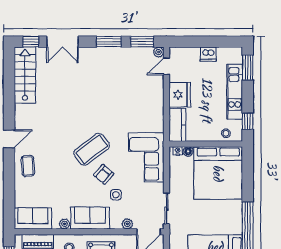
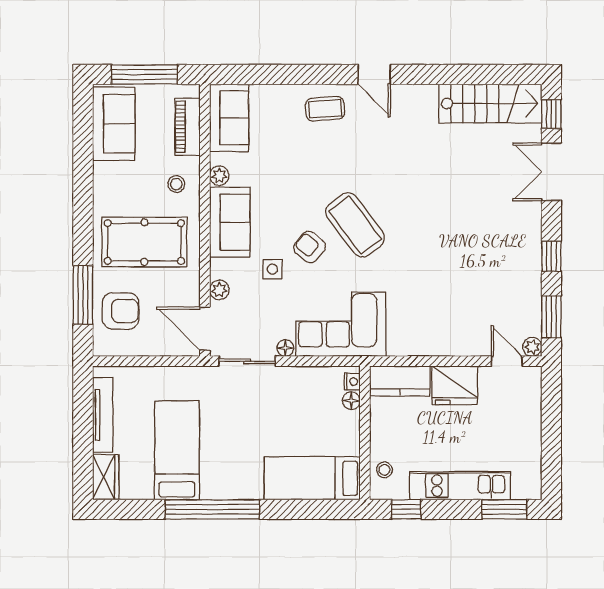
window: (109, 42) -> (551, 256), width x0.67
dishwasher: (208, 54) -> (529, 437), removed
bed: (218, 173) -> (312, 478), width x0.49
floor lamp: (159, 188) -> (285, 348), added

